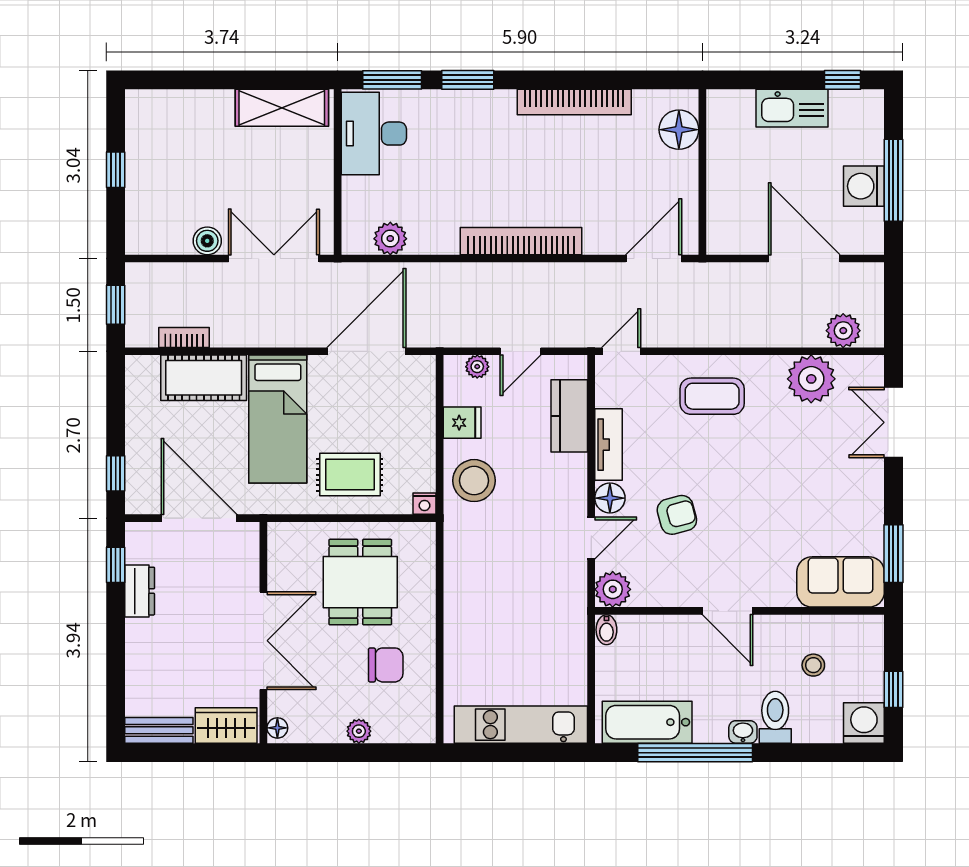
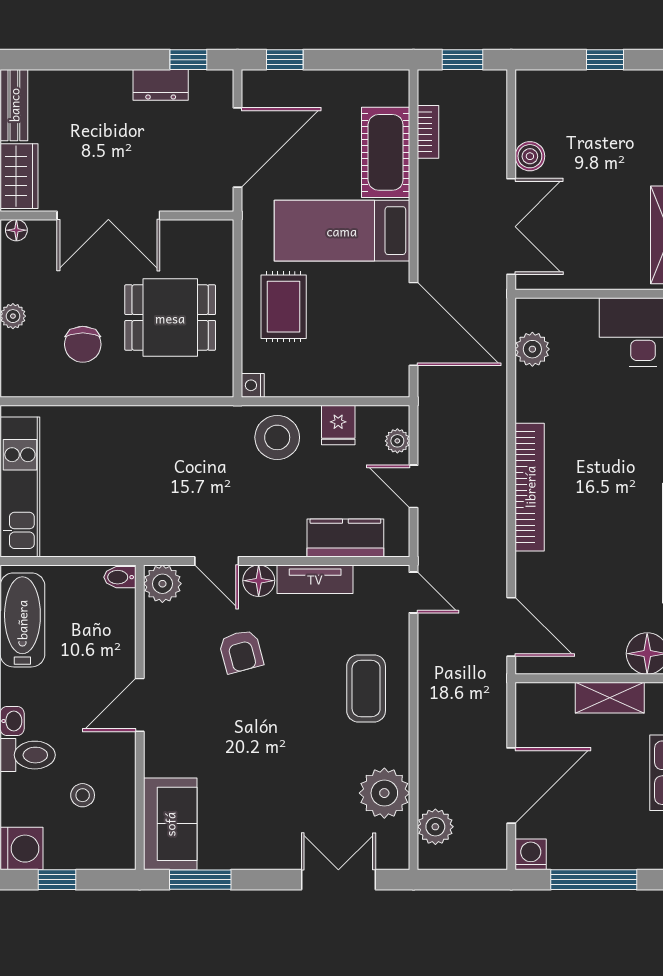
shelving: (721, 165) -> (610, 698), added
washing machine: (864, 186) -> (531, 854), moved, width x0.73, depth x0.73

